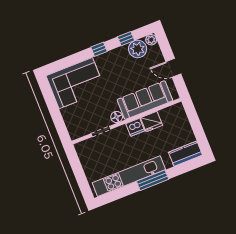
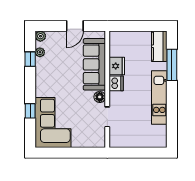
window: (99, 49) -> (30, 111), moved
plant: (138, 49) -> (40, 52), width x0.53, depth x0.53
kitchen unit: (129, 176) -> (159, 98), width x0.73
window: (153, 180) -> (172, 65), moved

